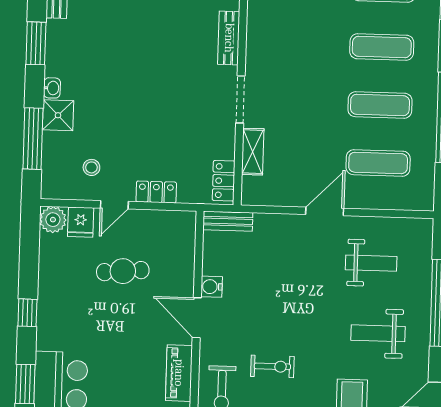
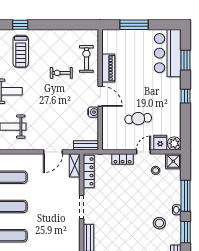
stool: (87, 63) -> (159, 223), added
shower: (58, 115) -> (173, 161), moved
window: (33, 139) -> (186, 196), moved
shelving: (253, 152) -> (75, 165), moved
locker: (224, 181) -> (89, 171), width x1.53
door: (325, 211) -> (53, 152), moved

